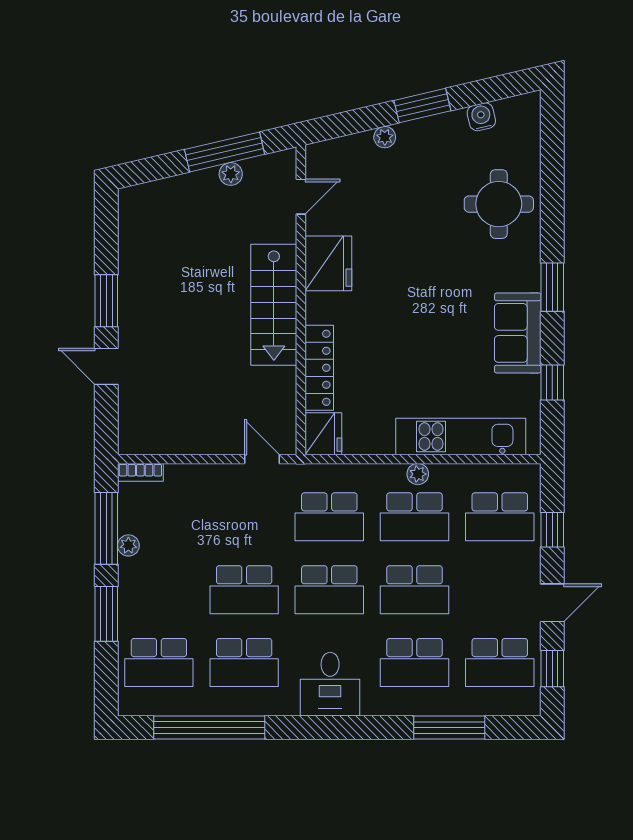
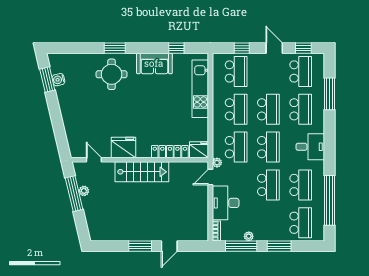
window: (422, 106) -> (47, 80), moved
plant: (385, 137) -> (67, 123), removed
round table: (499, 204) -> (112, 74), moved
window: (552, 287) -> (115, 48), moved
plant: (418, 474) -> (217, 163), moved
desk: (204, 493) -> (226, 203), added

